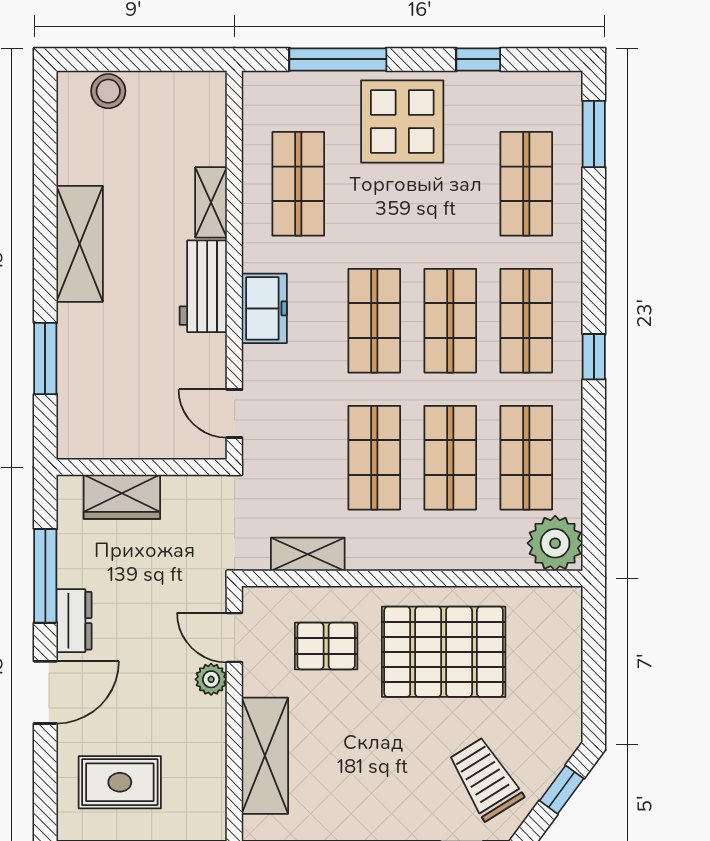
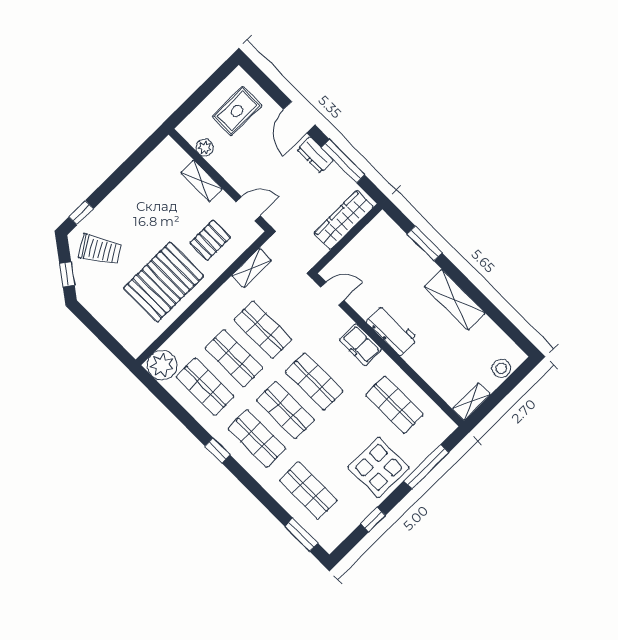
shelving: (211, 202) -> (471, 402), moved, turned 90
wardrobe: (122, 497) -> (344, 220), width x1.50
plant: (211, 679) -> (205, 148), moved
shelving: (265, 756) -> (201, 181), width x0.67, depth x0.75

